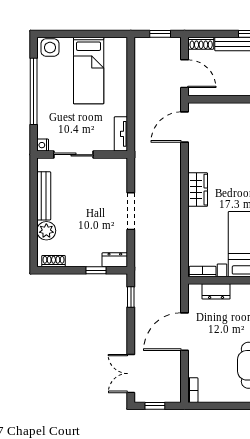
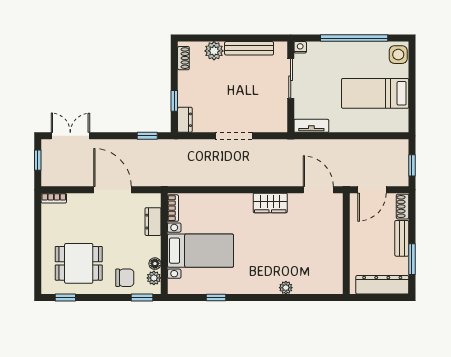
wardrobe: (198, 190) -> (270, 203), moved

